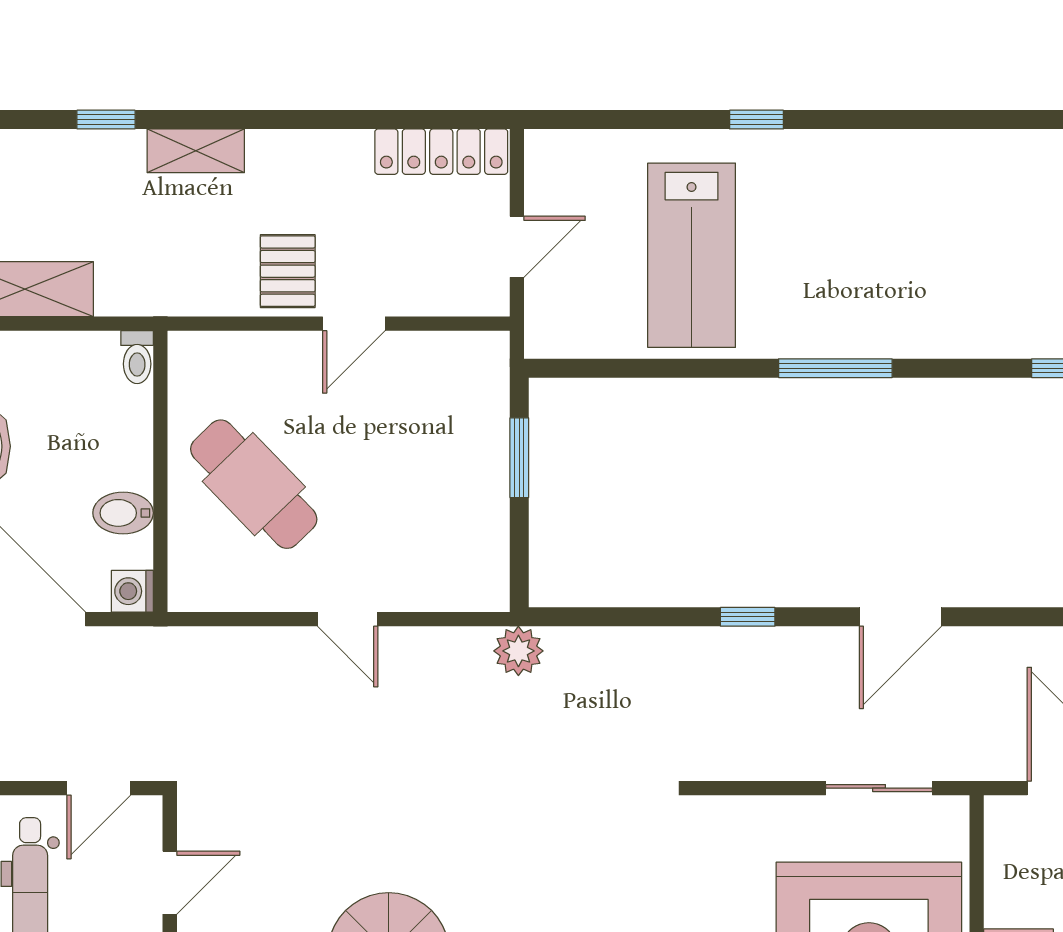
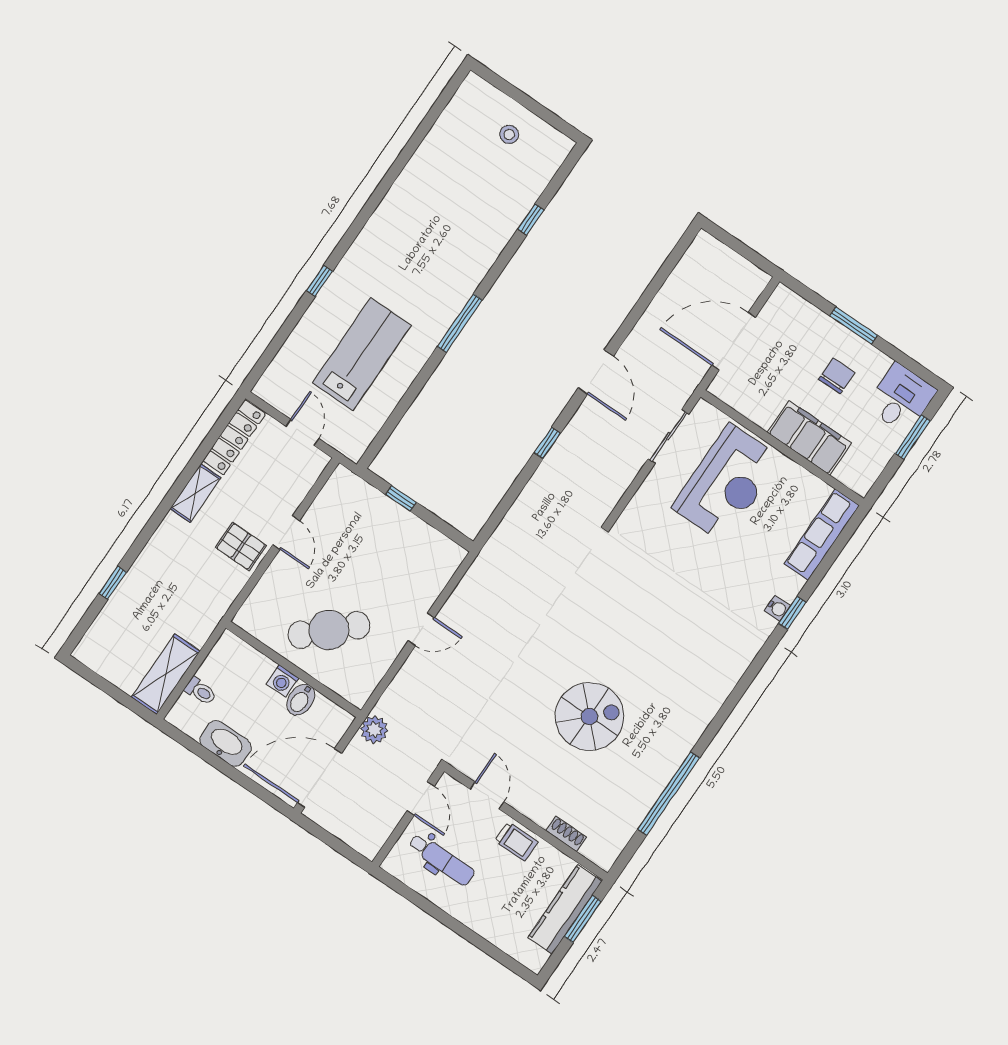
shelving: (196, 151) -> (195, 493), moved
lab bench: (692, 255) -> (362, 354), turned -90
toilet: (137, 357) -> (200, 691), moved
window: (519, 458) -> (401, 498), width x0.67
washing machine: (132, 591) -> (283, 681), moved
plant: (518, 651) -> (374, 730), moved

